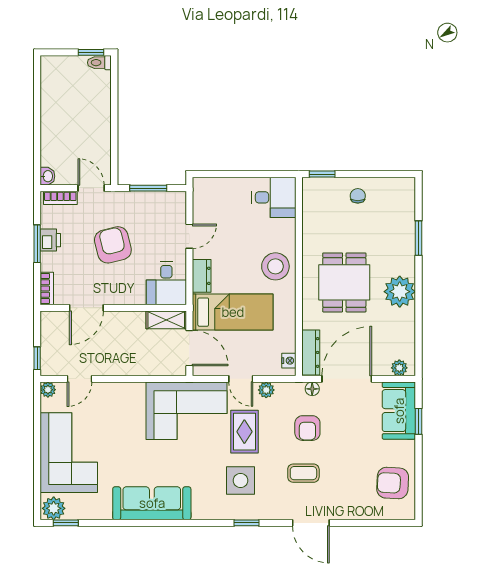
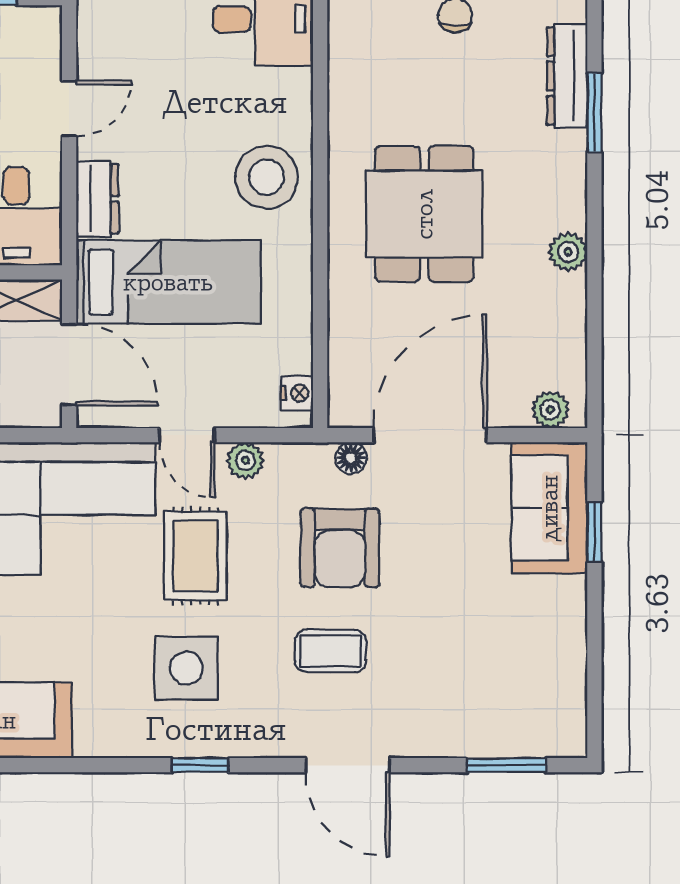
plant: (400, 292) -> (568, 252), width x0.53, depth x0.53
dresser: (311, 352) -> (567, 76), moved, turned 180
armchair: (307, 428) -> (340, 548), width x1.38, depth x1.38
armchair: (393, 483) -> (535, 674), removed
window: (380, 523) -> (506, 765), added

